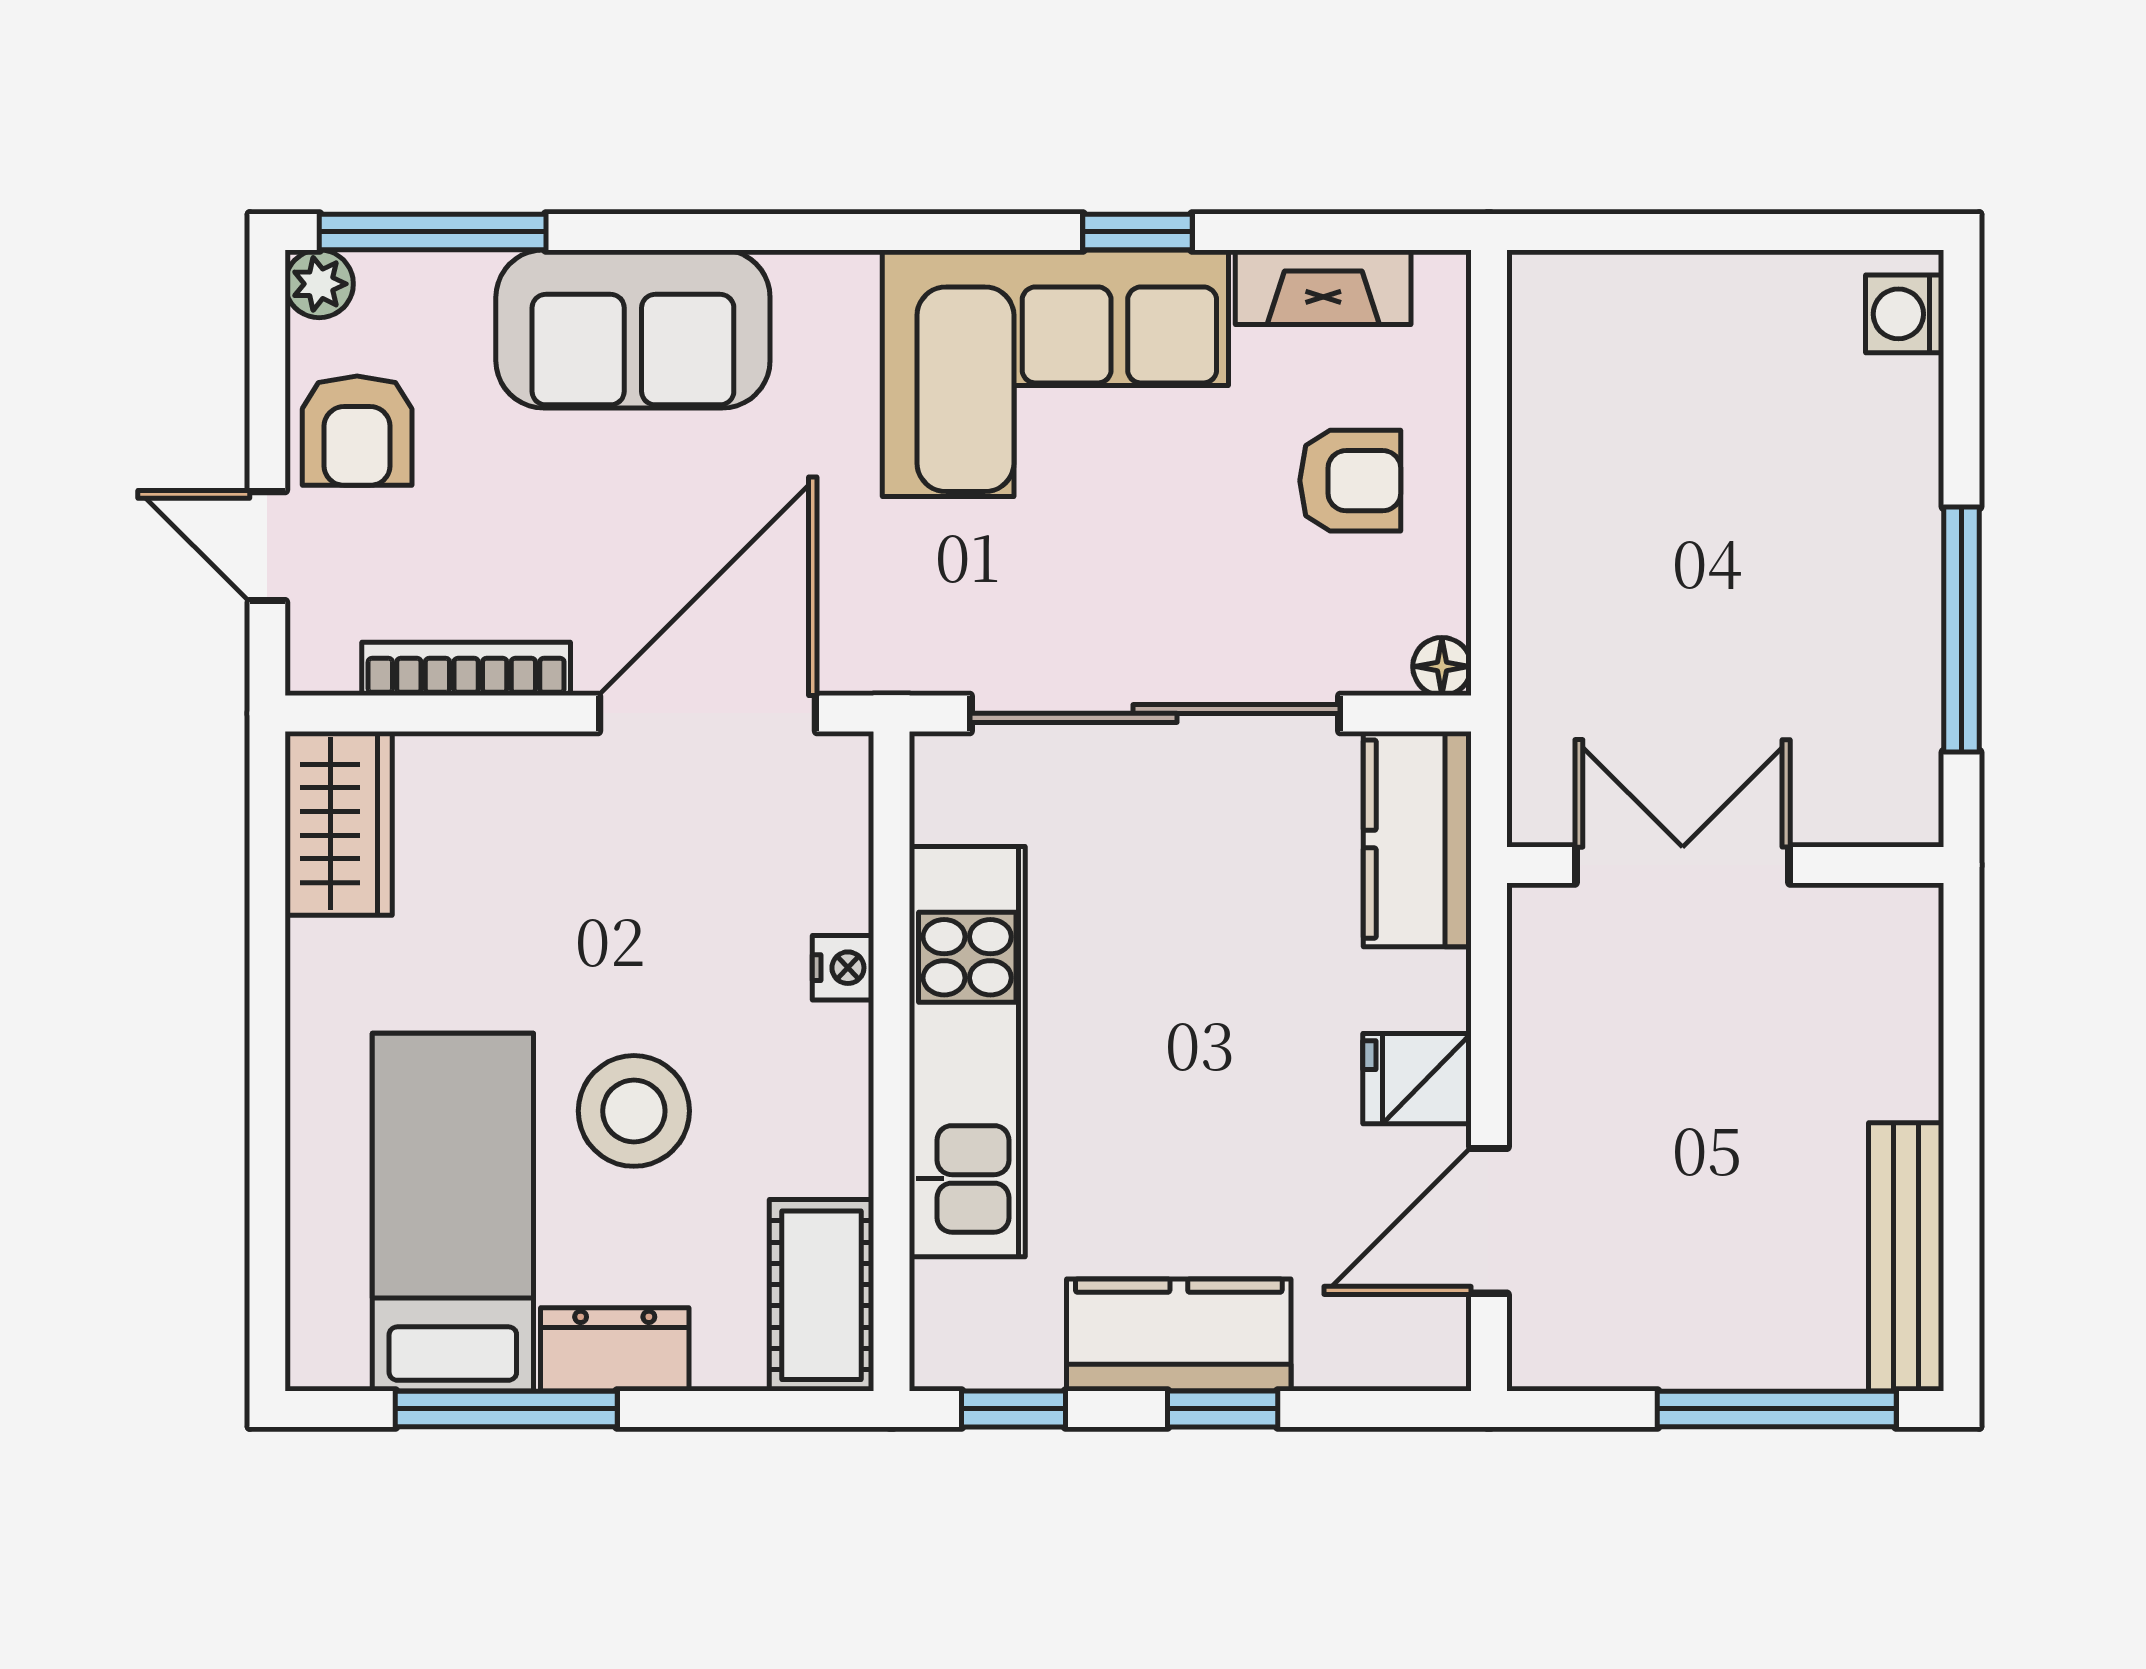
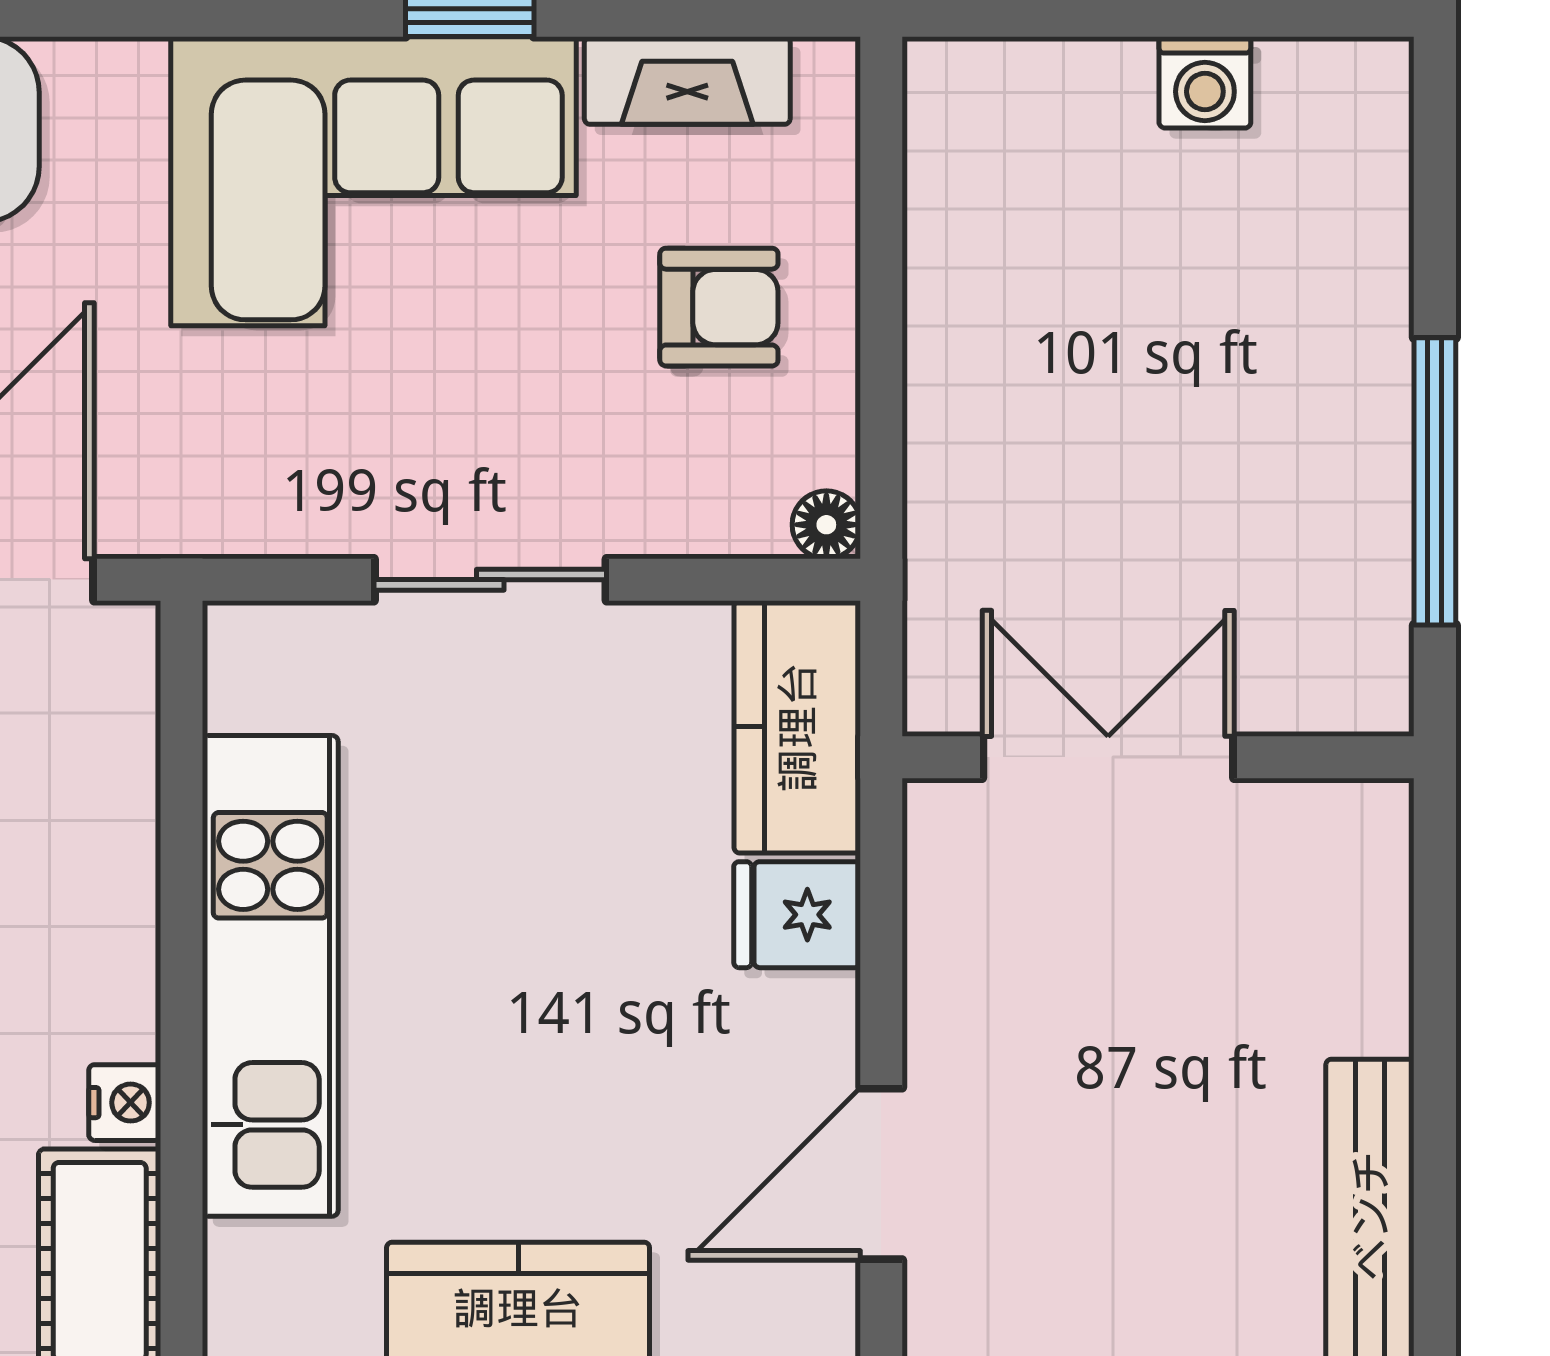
washing machine: (1905, 314) -> (1205, 82), moved, turned -90
sliding door: (1155, 713) -> (490, 580), width x0.54
nightstand: (843, 968) -> (125, 1103), moved
fridge: (1417, 1079) -> (797, 915), moved

